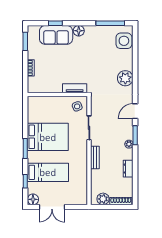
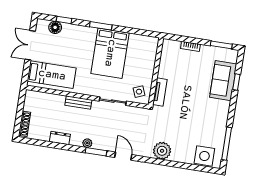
floor lamp: (79, 31) -> (224, 107), removed
bed: (48, 172) -> (52, 75), moved, turned -90
floor lamp: (33, 199) -> (55, 27), moved
plant: (103, 199) -> (30, 104), removed

